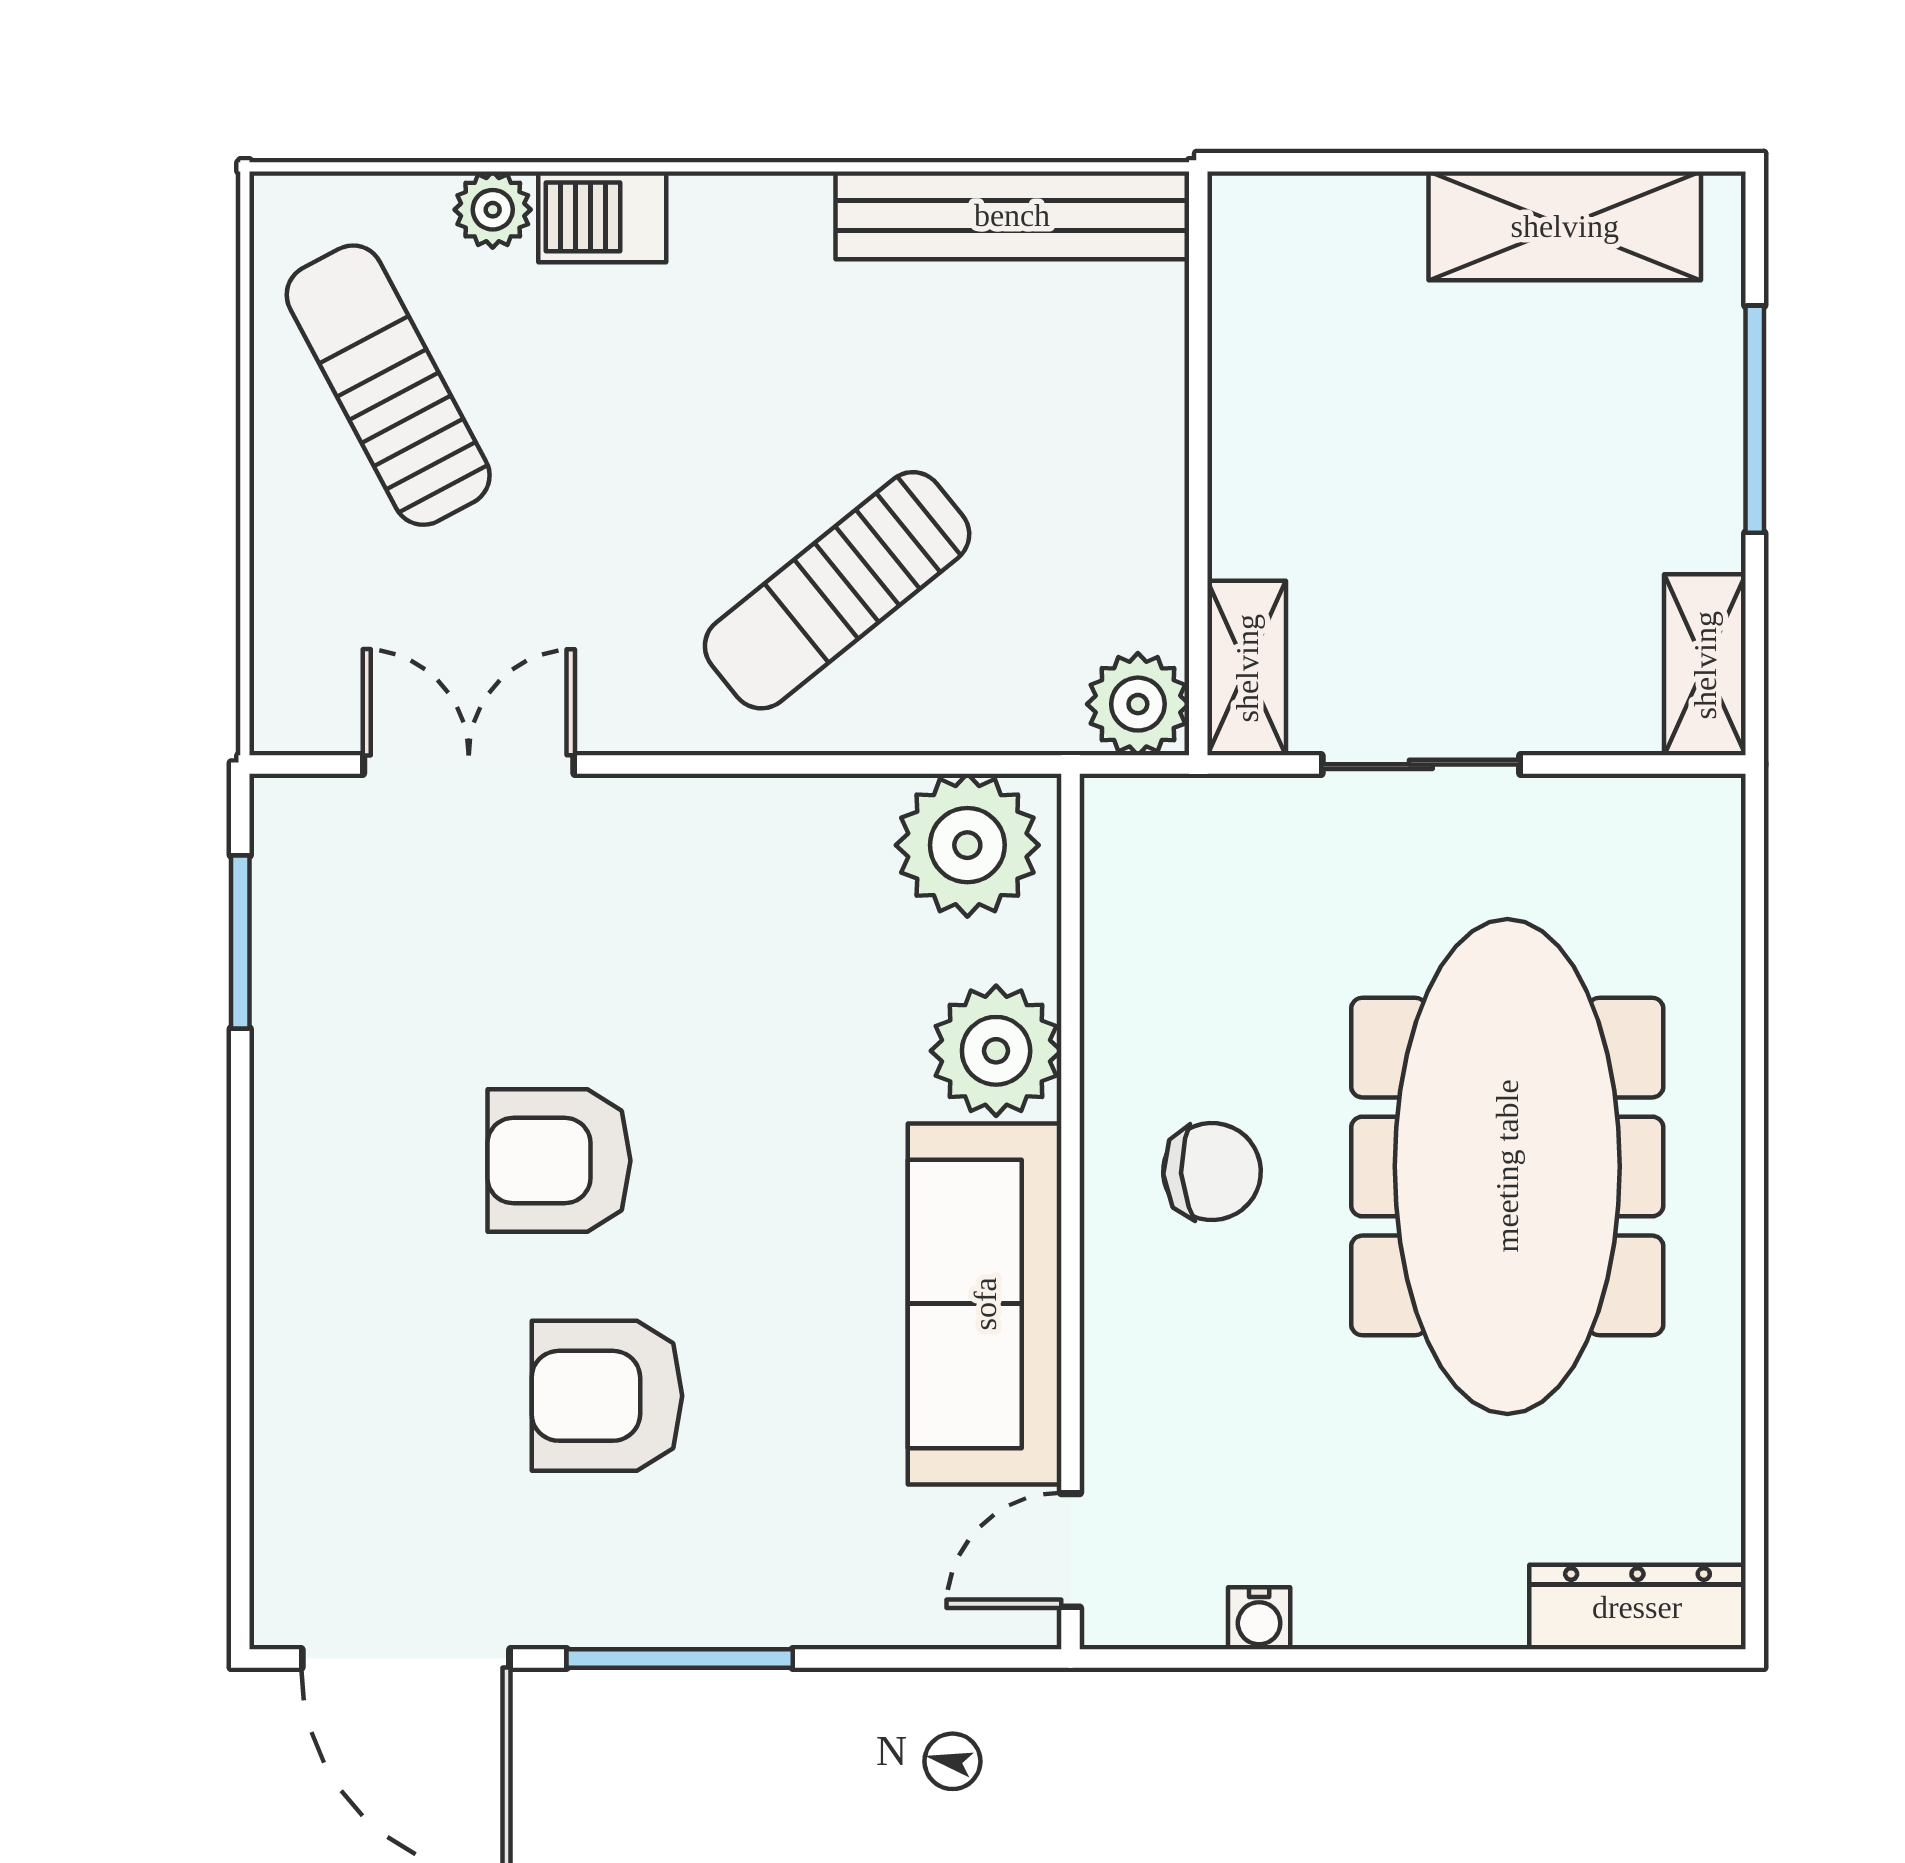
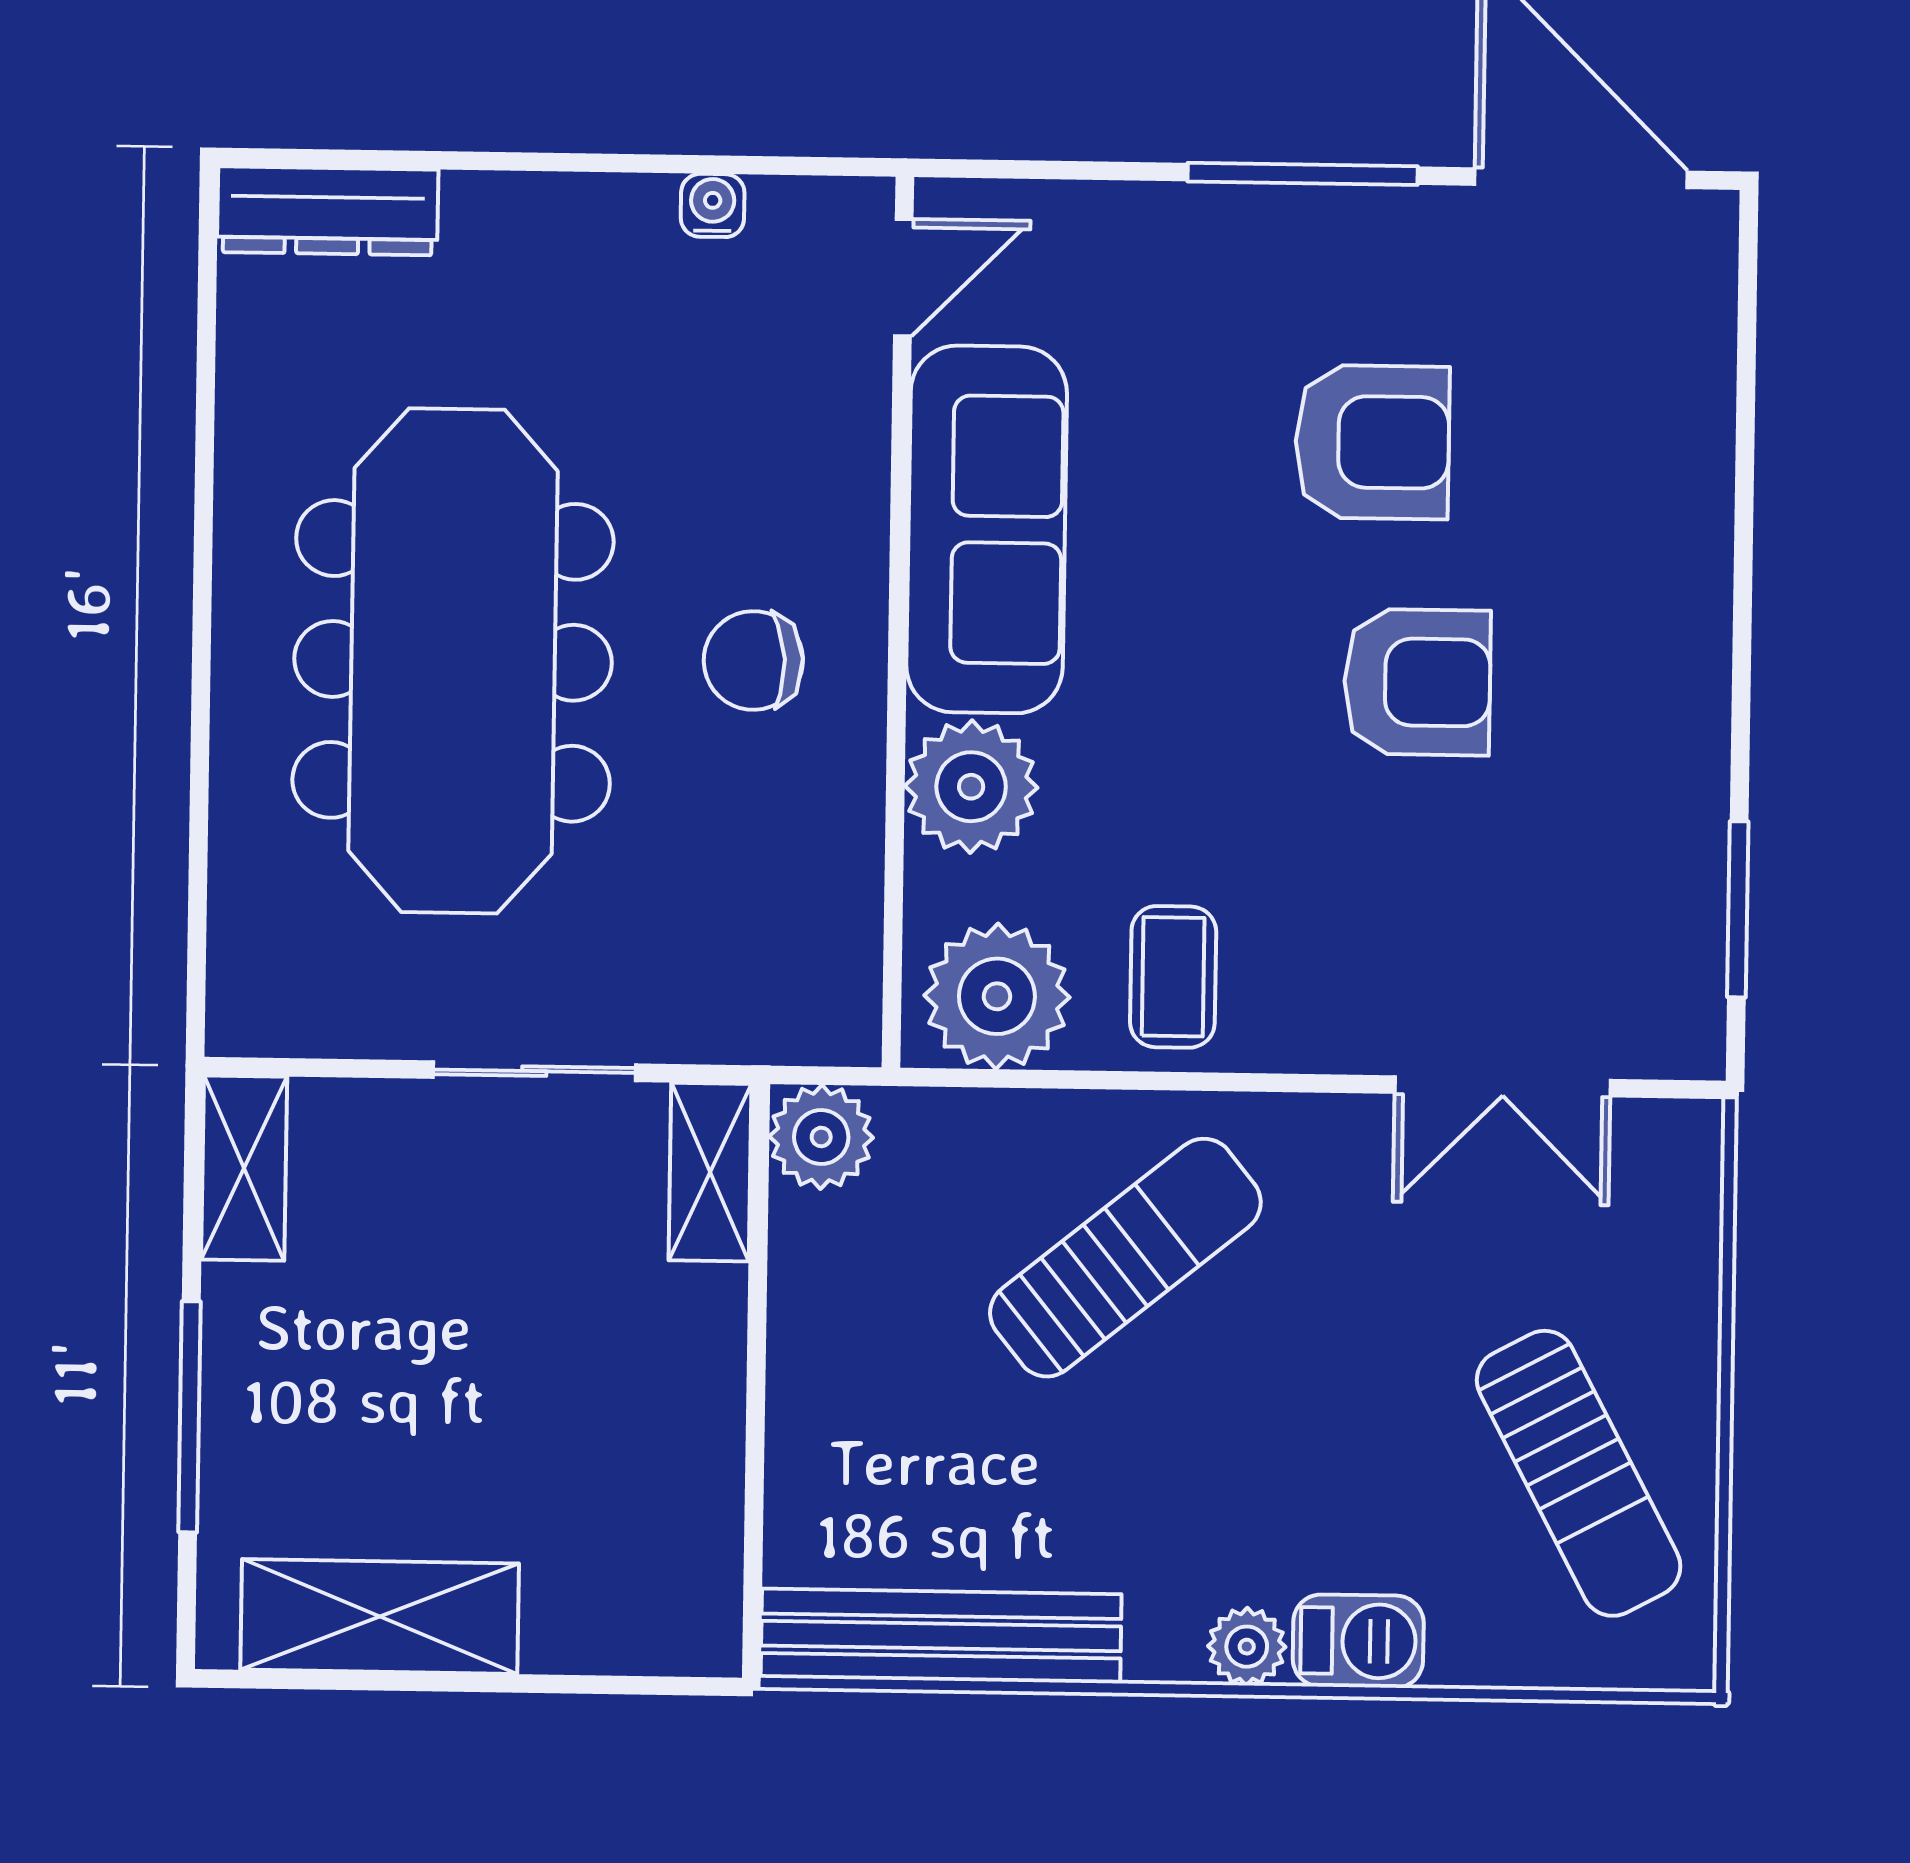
plant: (493, 210) -> (1247, 1647), moved
coffee table: (794, 867) -> (1173, 977), added

